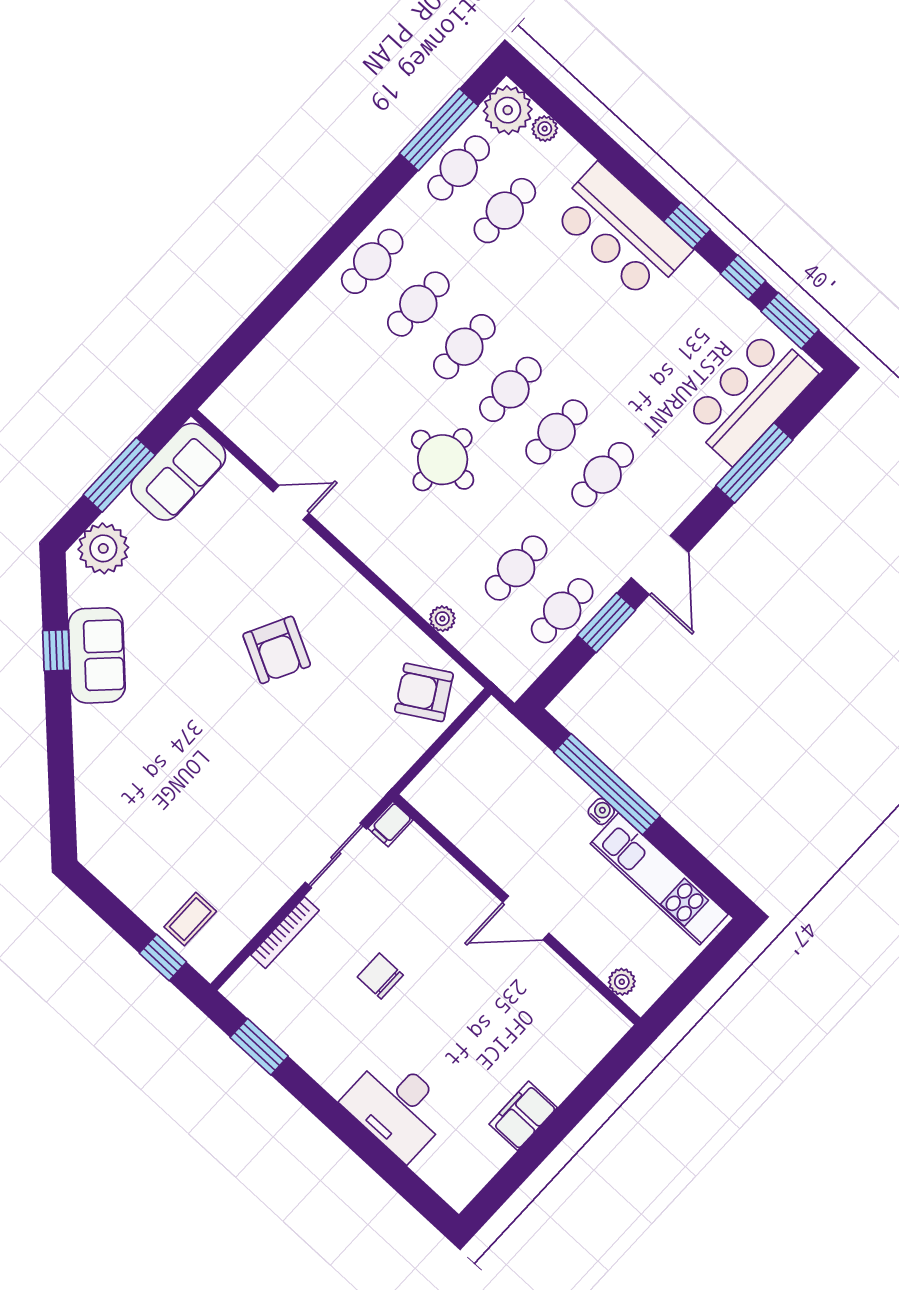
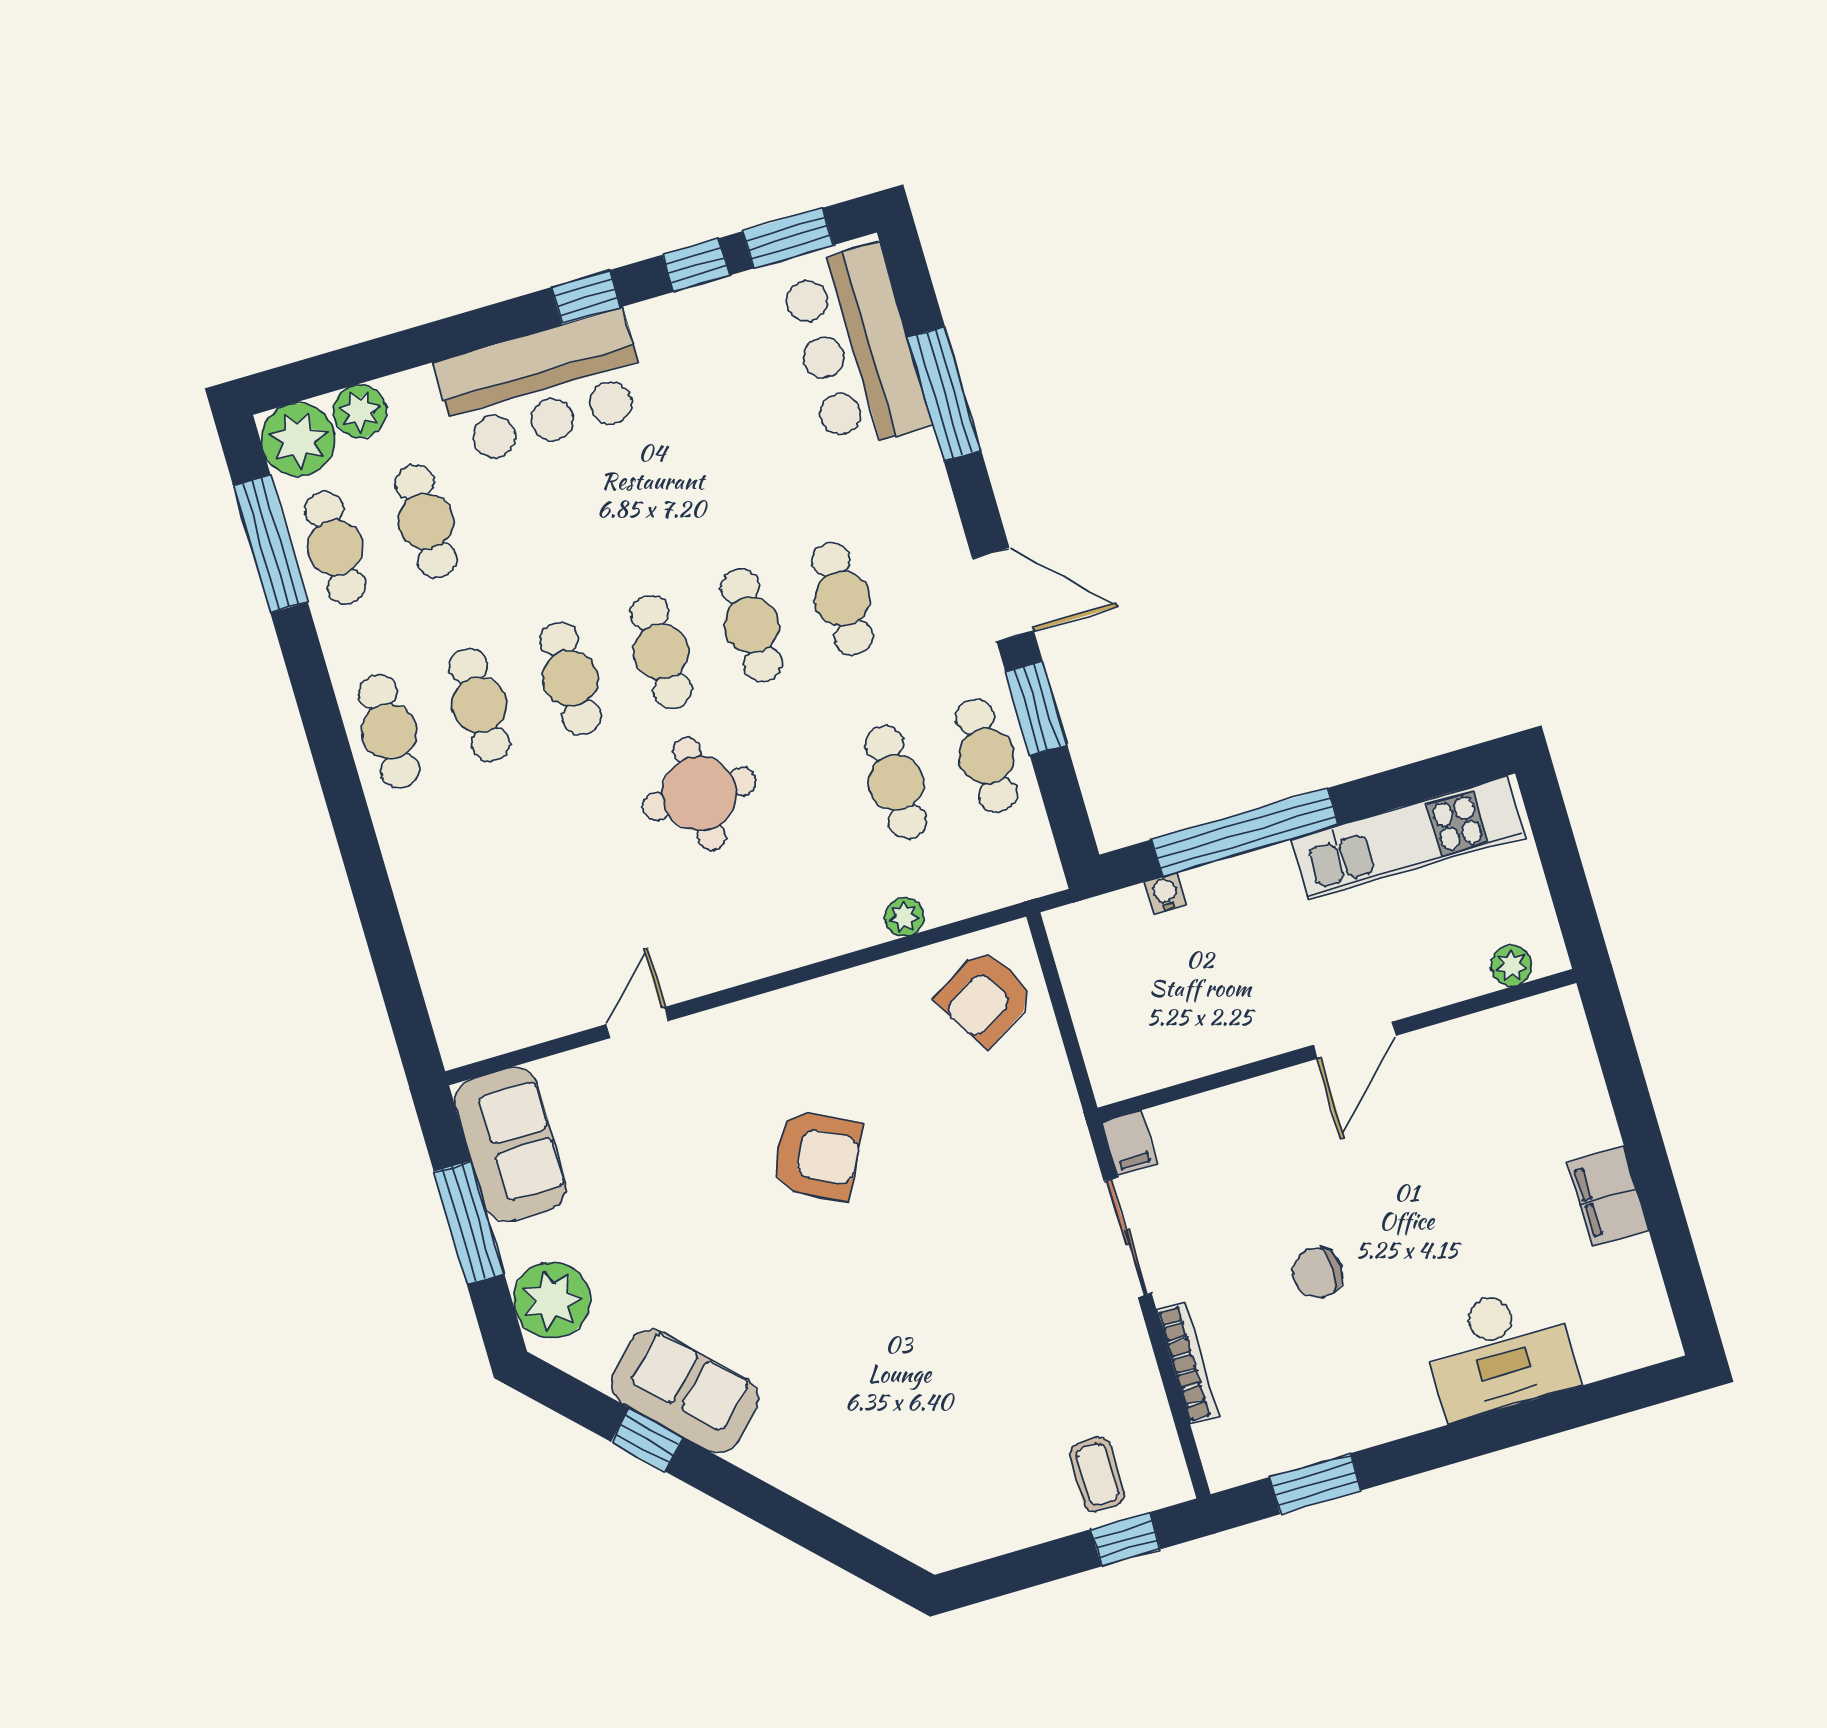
plant: (545, 129) -> (360, 411), width x1.38, depth x1.38
water cooler: (601, 811) -> (1165, 893), moved

